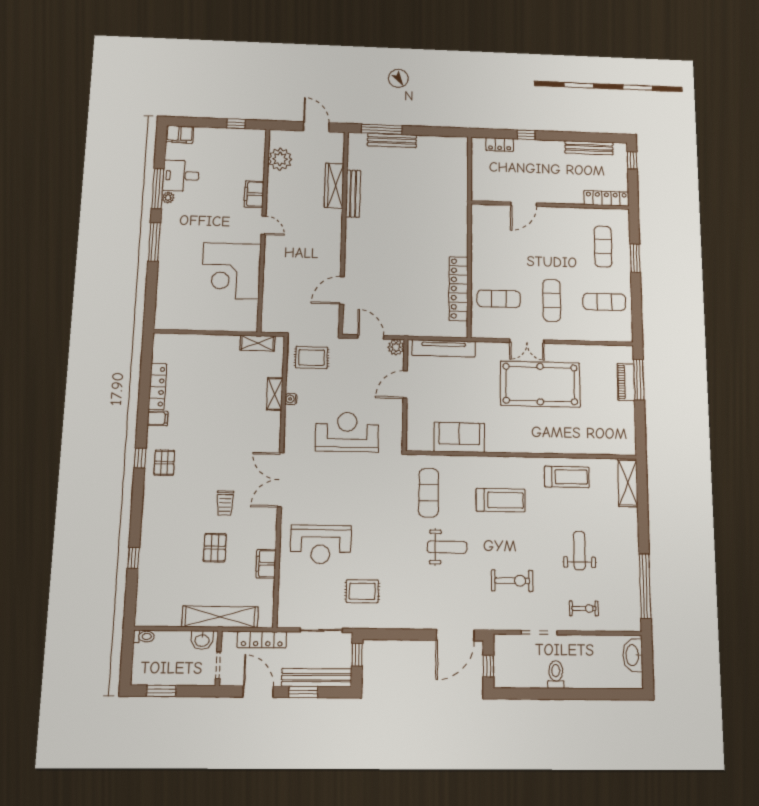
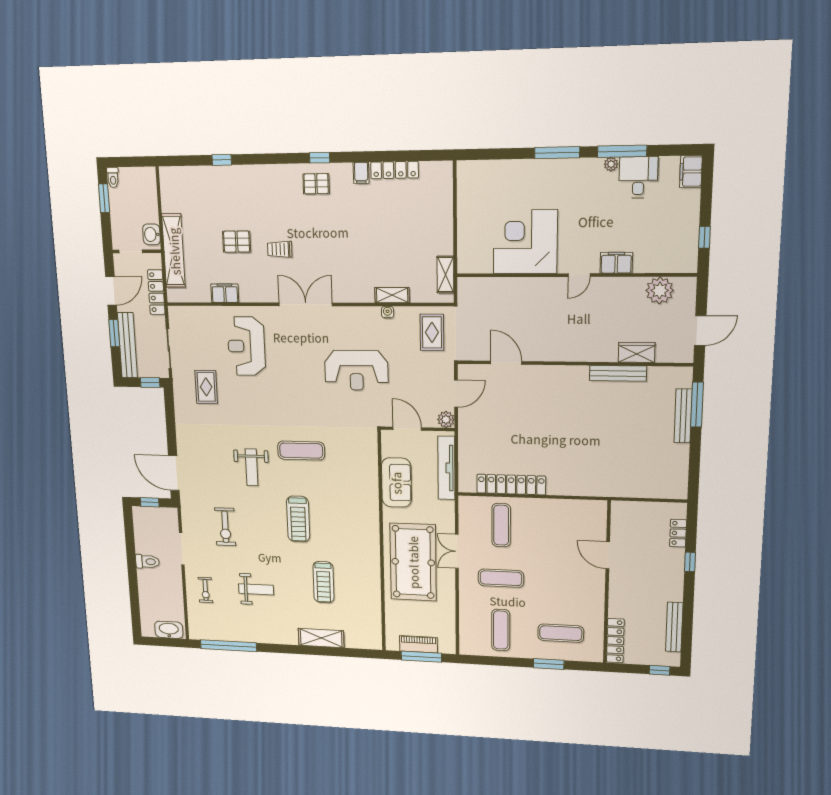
wardrobe: (334, 186) -> (637, 352), width x0.67
reception desk: (347, 432) -> (356, 370), turned 90
sofa: (459, 437) -> (396, 483), moved
wall: (522, 455) -> (382, 543), moved
toilet: (144, 636) -> (113, 177), moved

